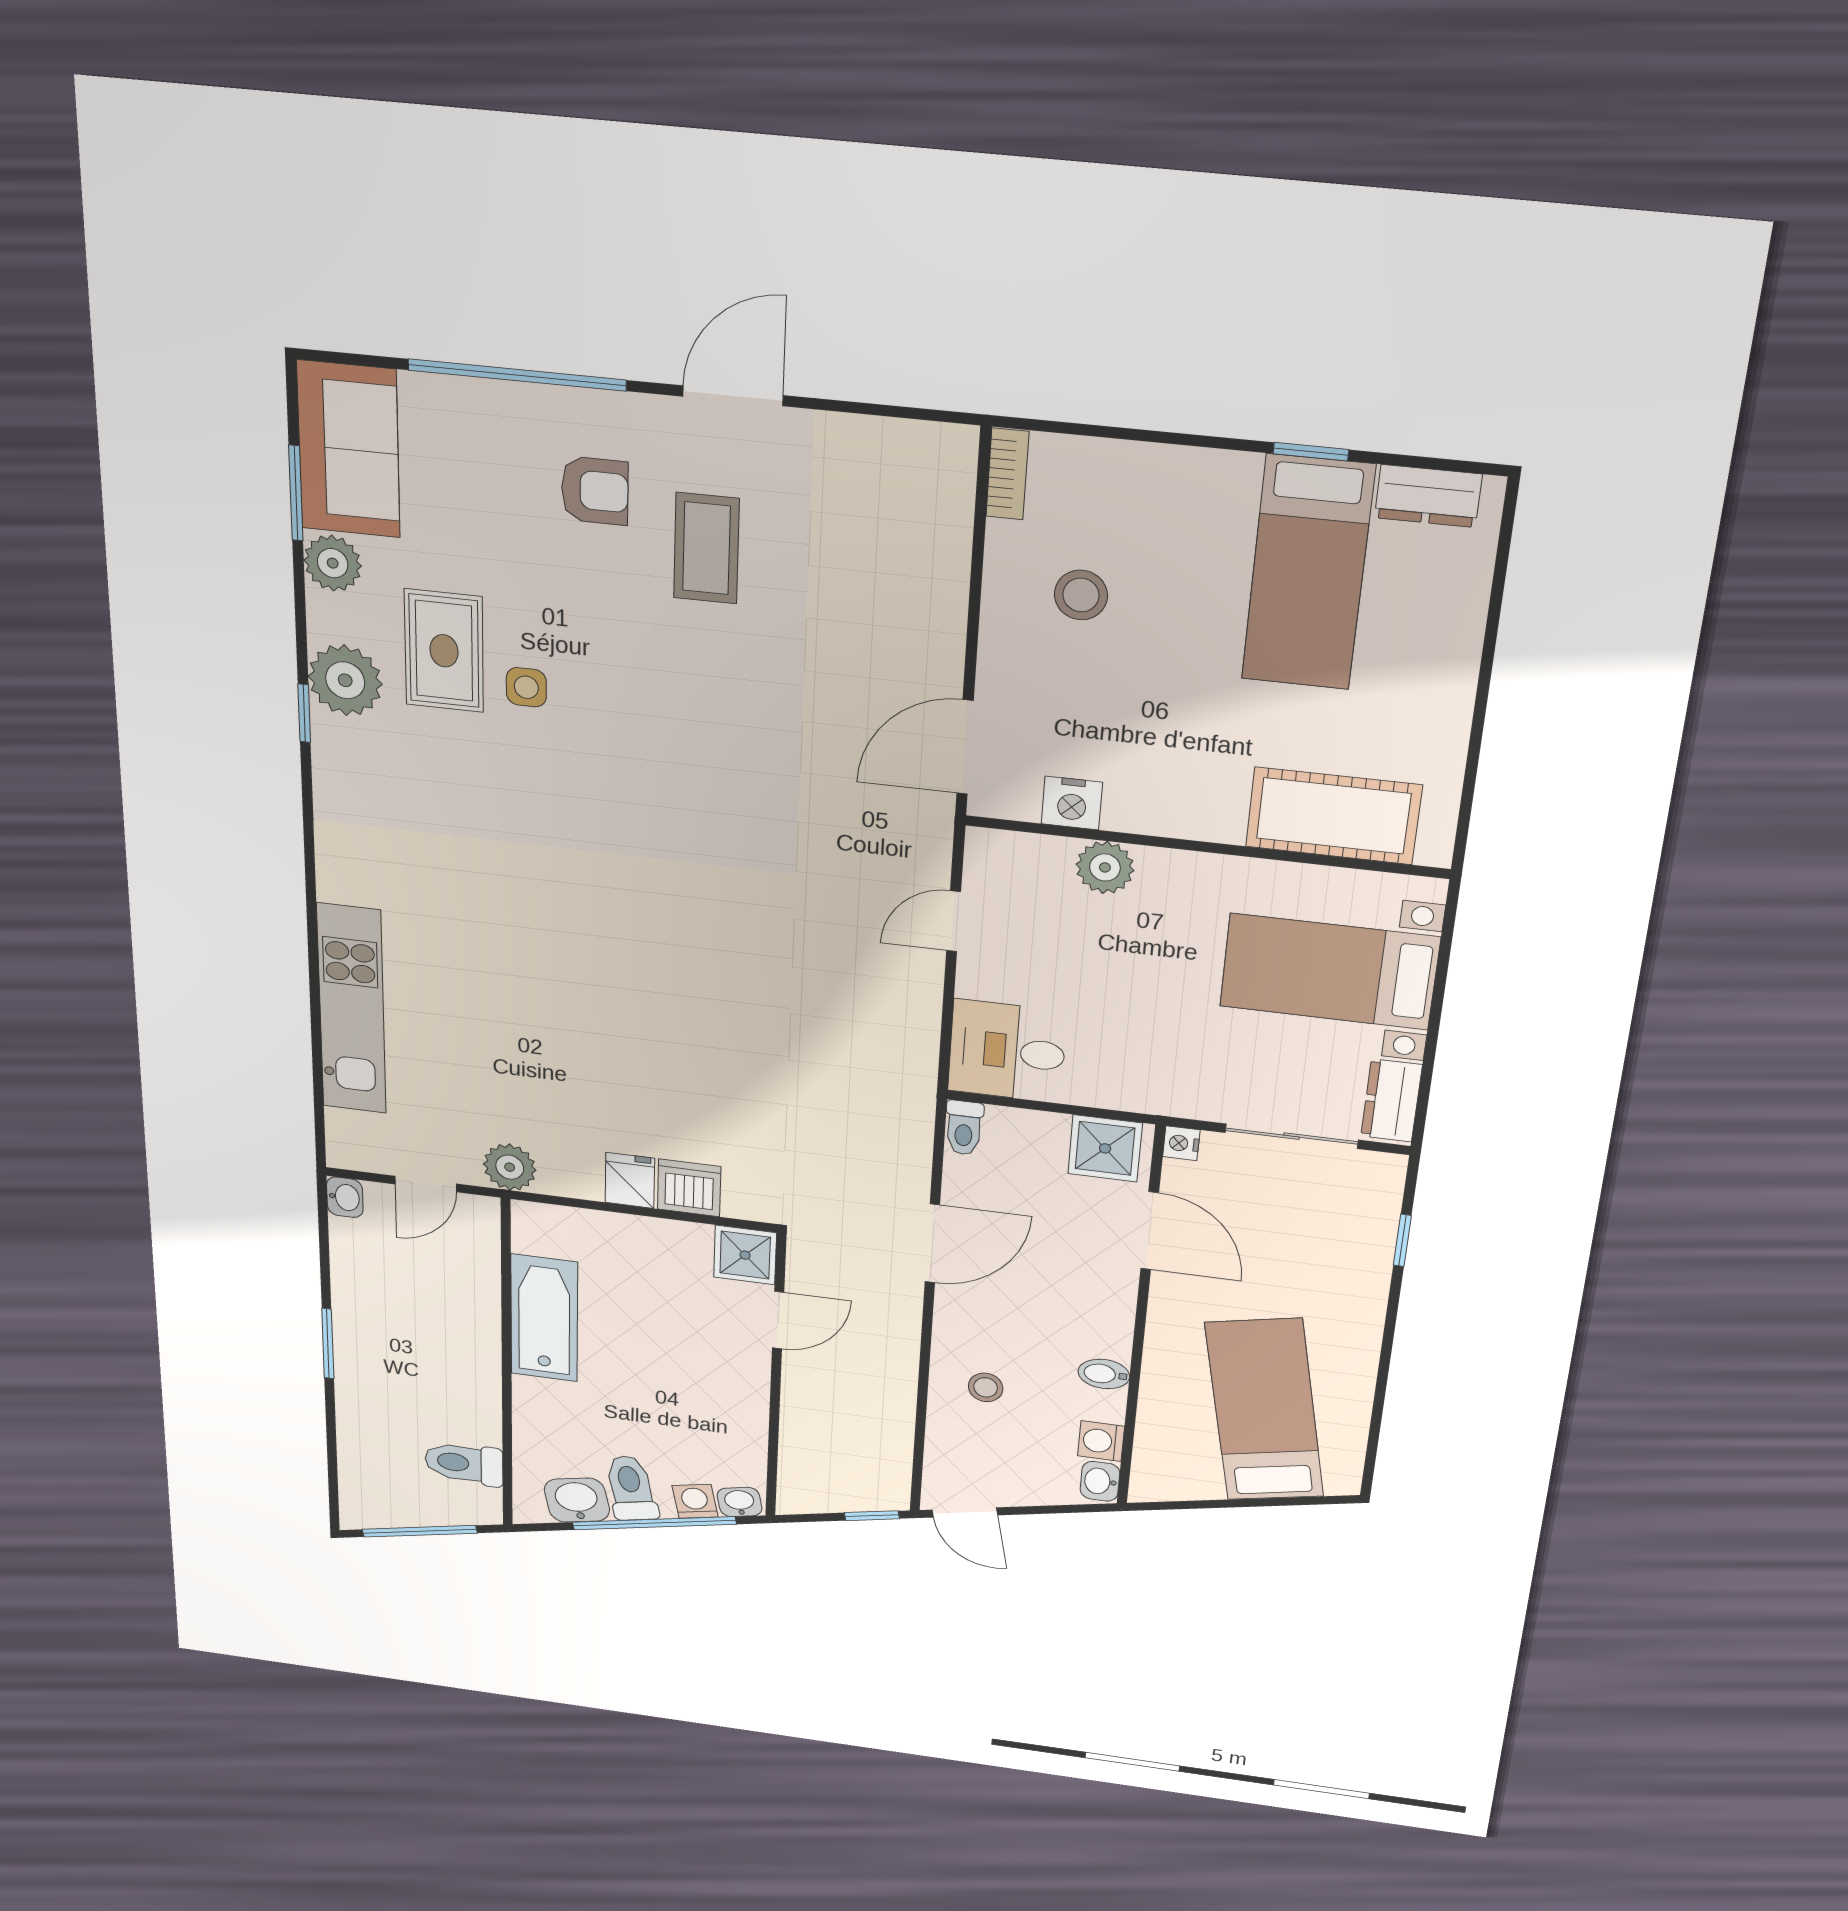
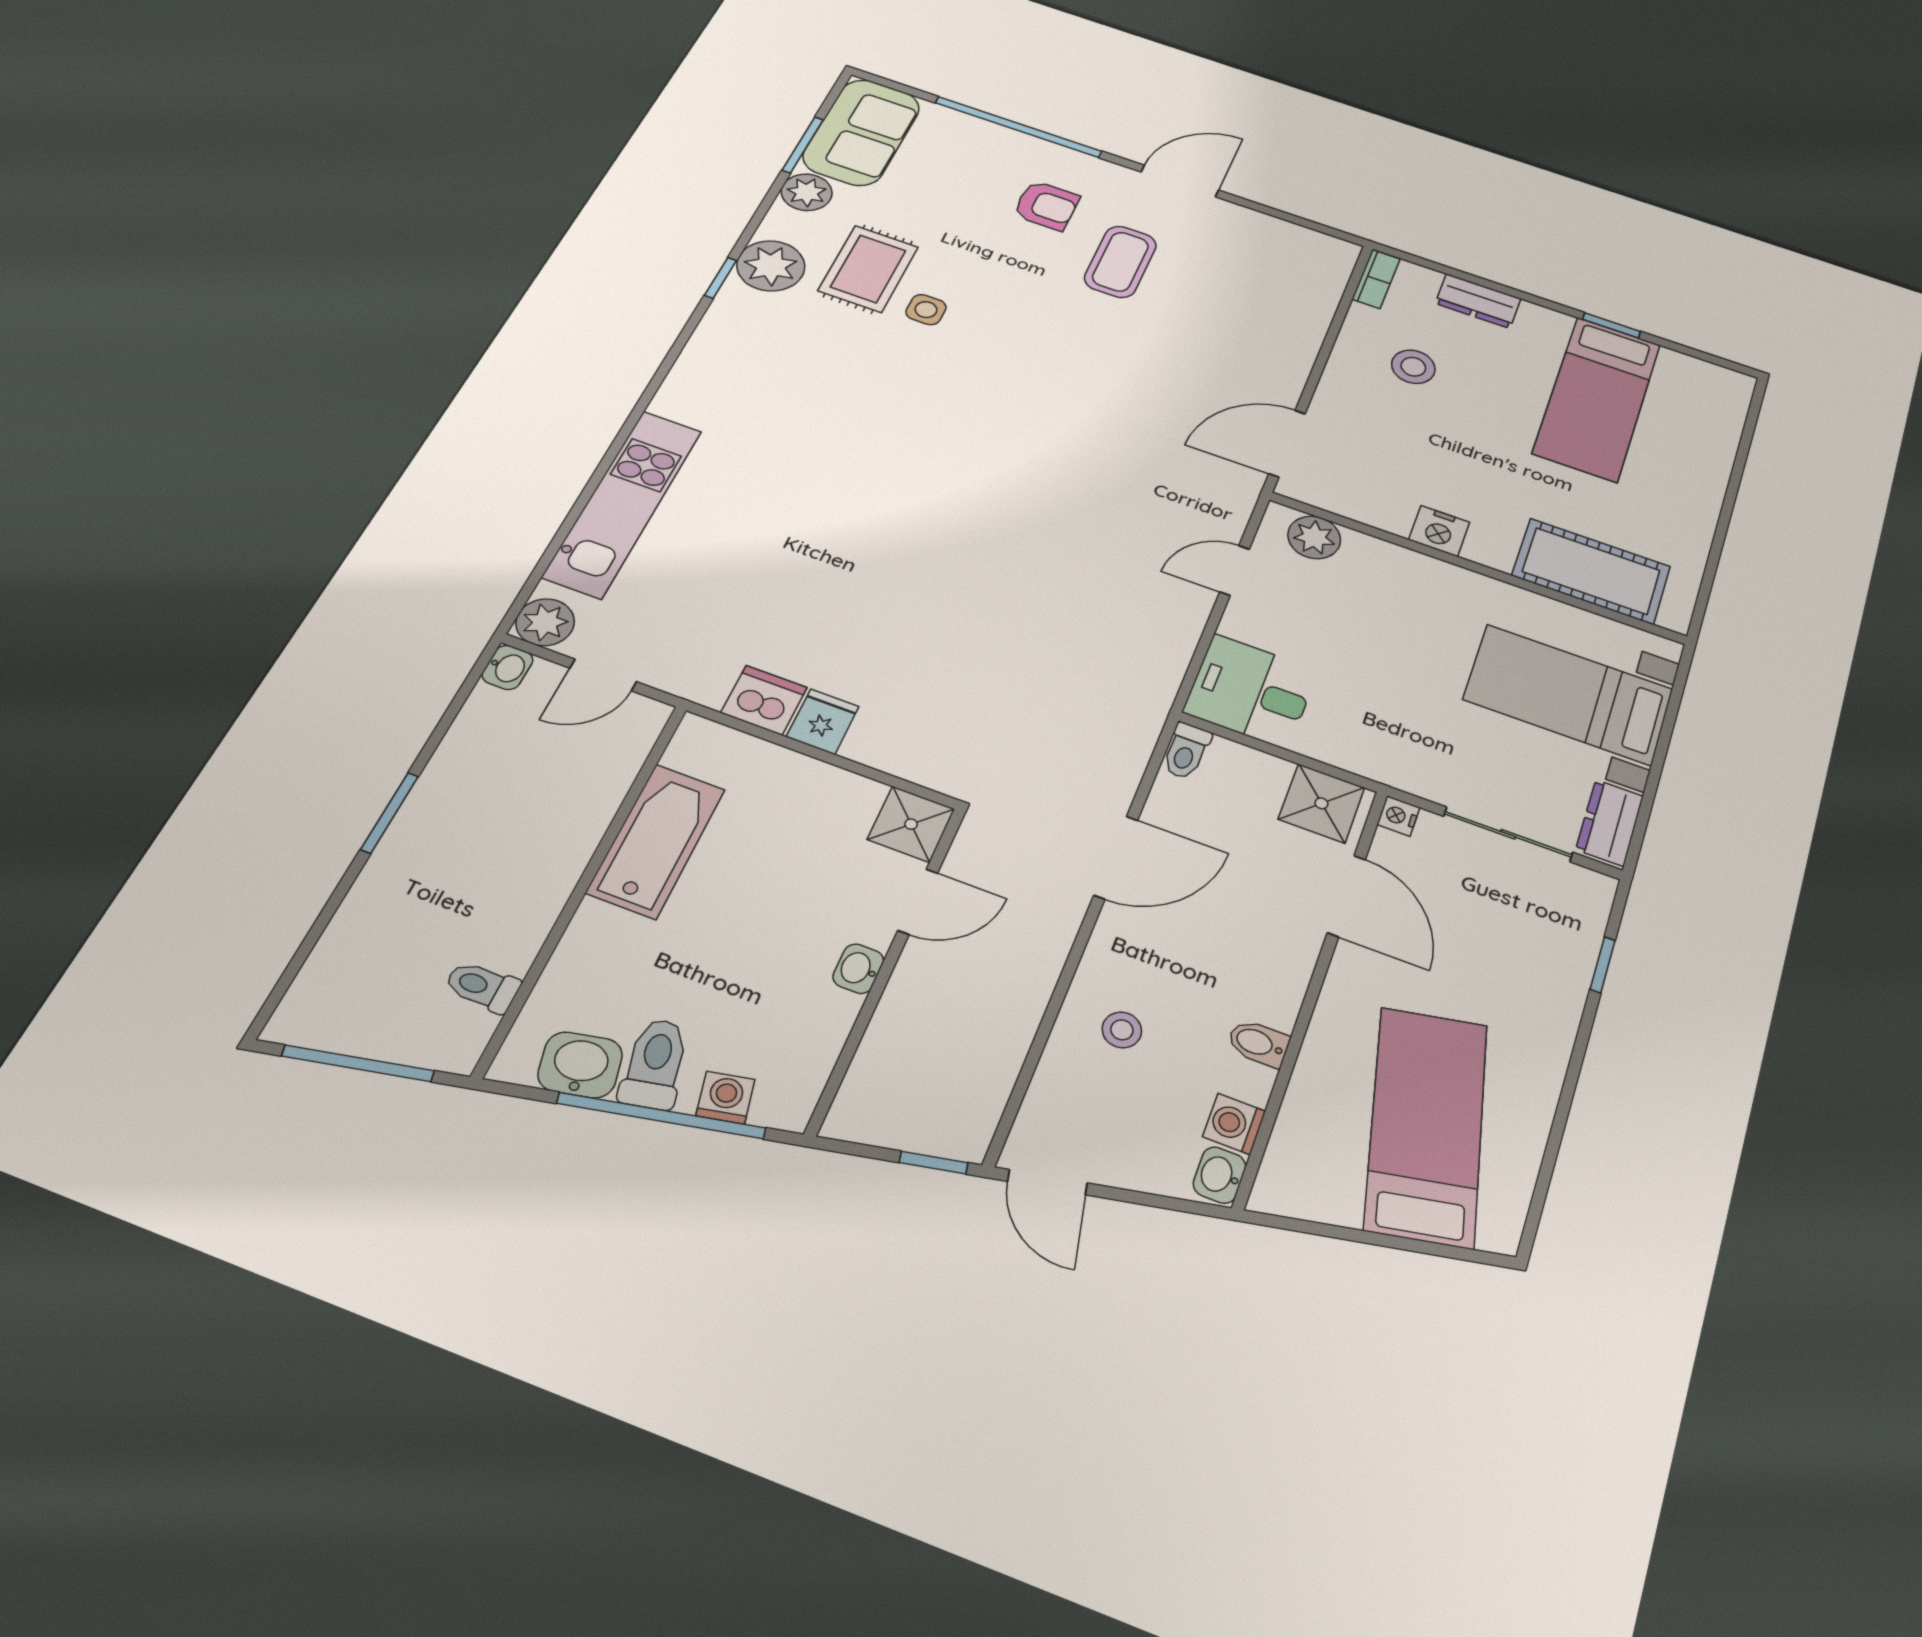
dresser: (1428, 496) -> (1478, 301), moved
nightstand: (1072, 803) -> (1439, 531), moved
plant: (1105, 867) -> (1314, 537), moved
plant: (510, 1167) -> (545, 622), moved
dishwasher: (689, 1188) -> (764, 700), moved
toilet: (464, 1463) -> (482, 986), width x0.73, depth x0.72
washbasin: (740, 1502) -> (858, 969), moved, turned -78

